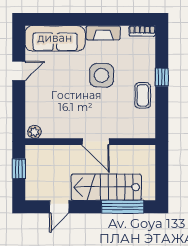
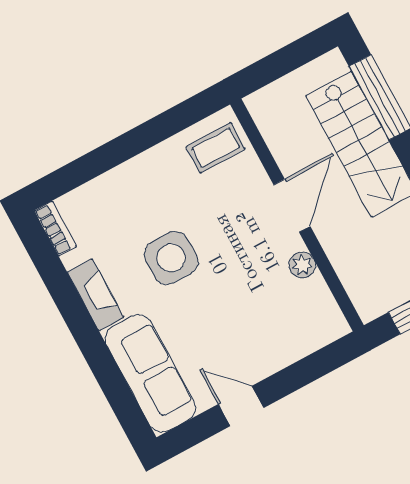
window: (162, 77) -> (117, 151), removed
coffee table: (143, 95) -> (216, 148), moved
plant: (34, 132) -> (302, 265), moved

